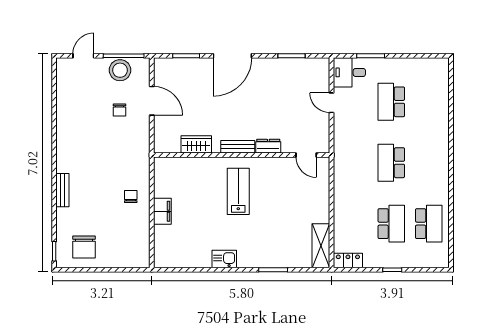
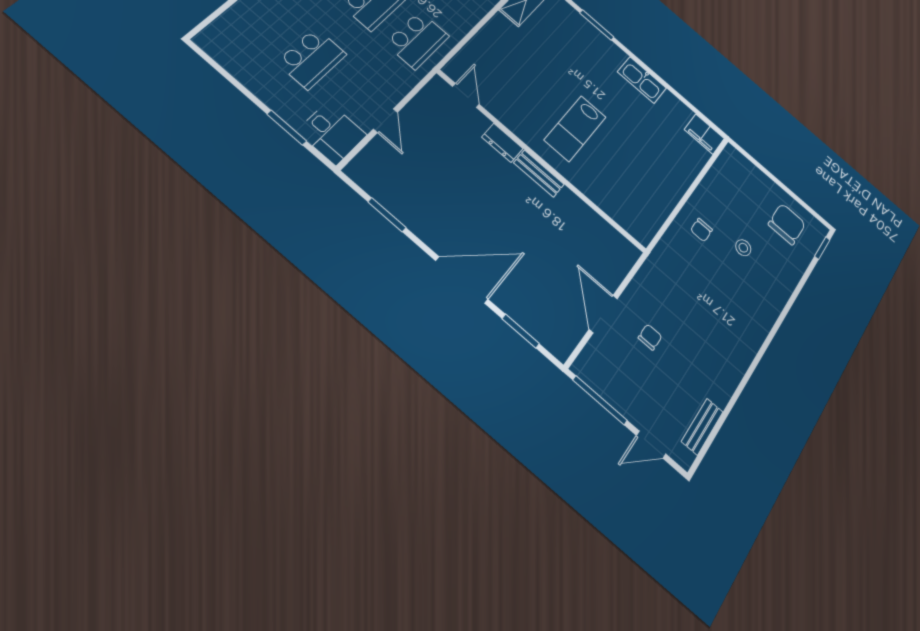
stool: (120, 70) -> (743, 248), moved, width x0.53, depth x0.53
wardrobe: (196, 144) -> (586, 219), removed
school desk: (354, 163) -> (417, 40), added
bench: (62, 190) -> (702, 427), moved
filing cabinet: (162, 211) -> (704, 134), moved, turned -90
kitchen sink: (224, 259) -> (642, 80), width x1.38

